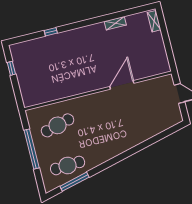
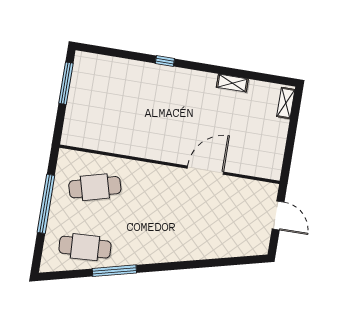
window: (51, 32) -> (165, 61), moved
window: (11, 68) -> (66, 83), width x2.17
window: (75, 182) -> (114, 271), moved

